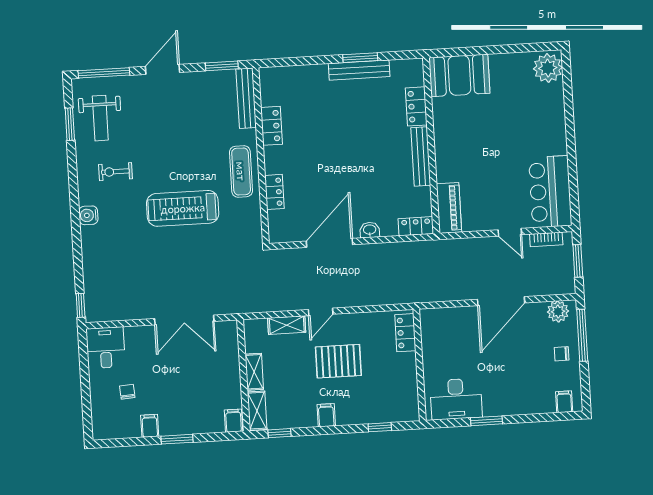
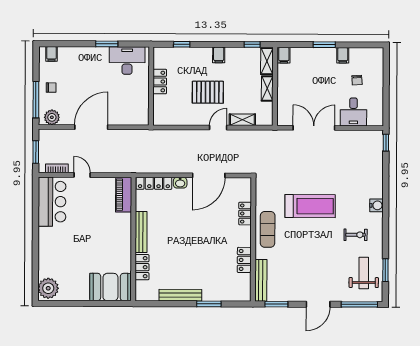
window: (360, 58) -> (209, 304), moved
locker: (416, 226) -> (154, 183), width x1.53
locker: (405, 333) -> (160, 82), moved
desk: (106, 348) -> (353, 112), moved

